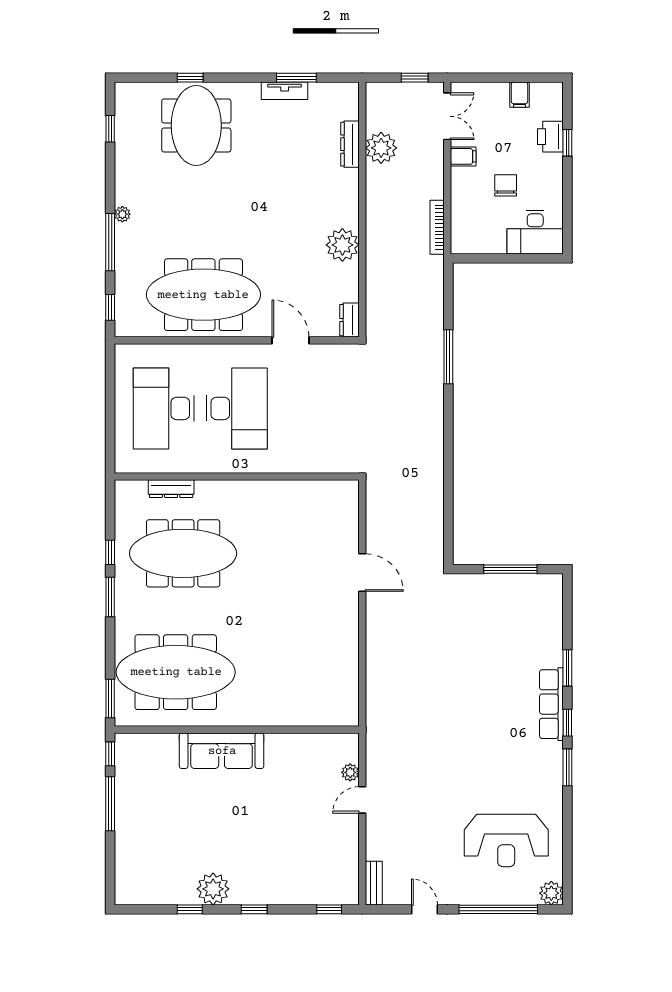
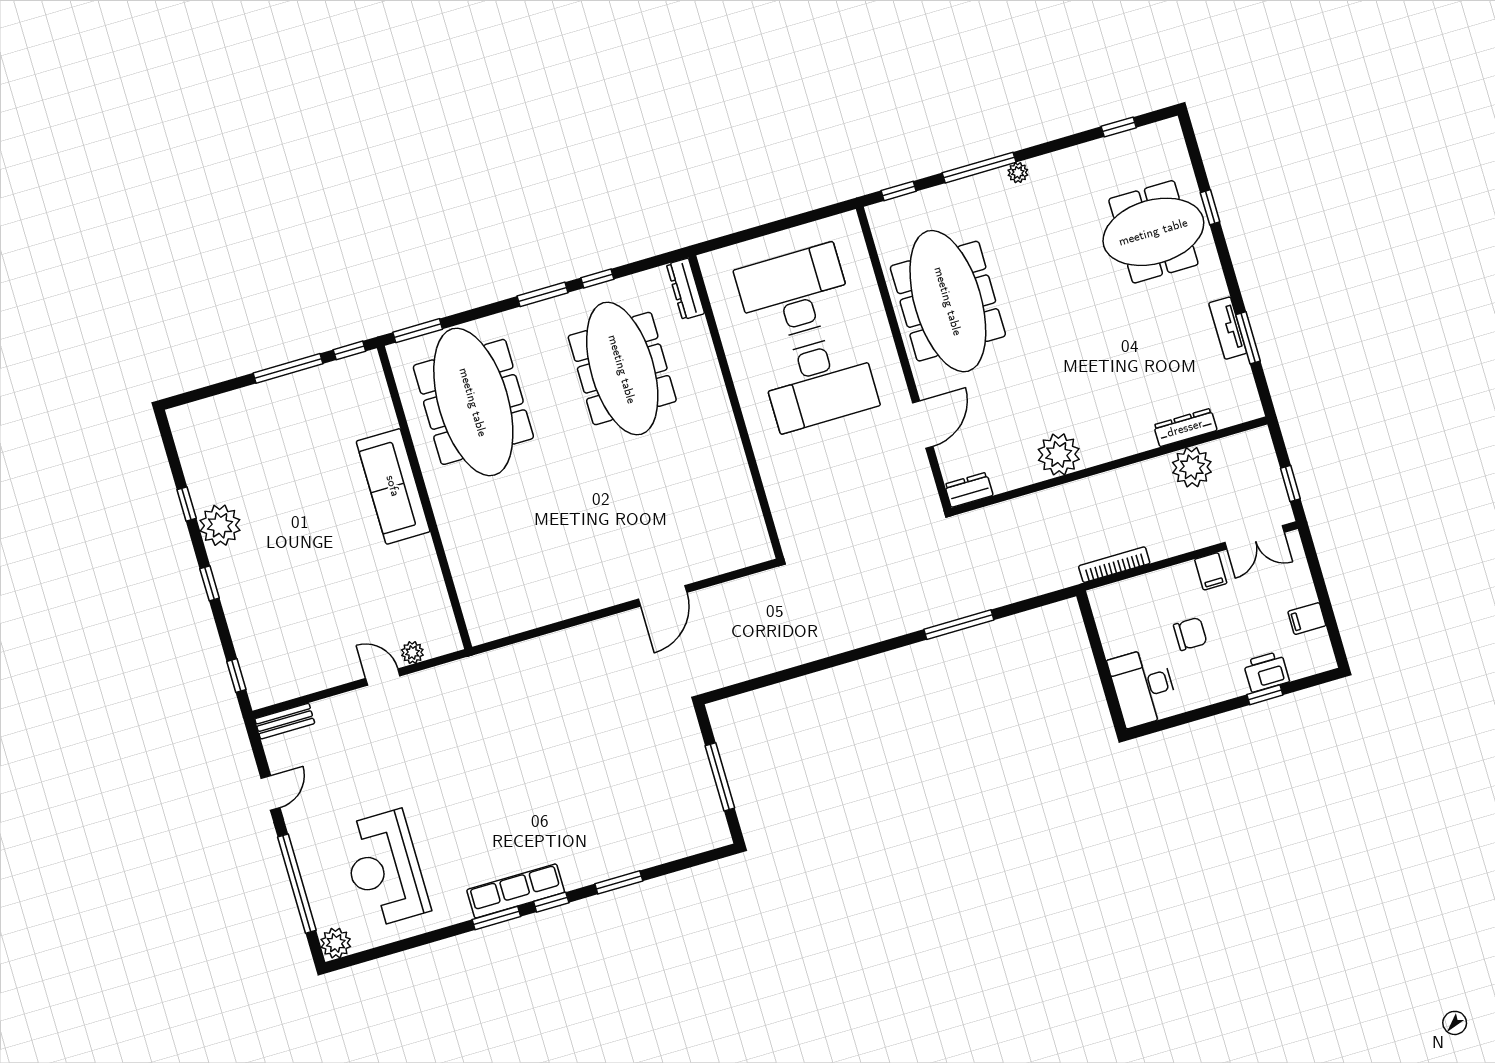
dresser: (171, 489) -> (685, 289), moved
row of seats: (551, 704) -> (516, 891), moved

